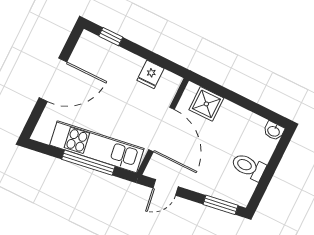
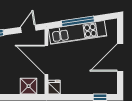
fridge: (150, 74) -> (54, 87), moved

